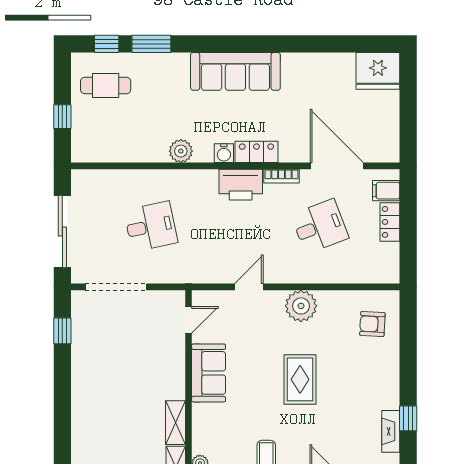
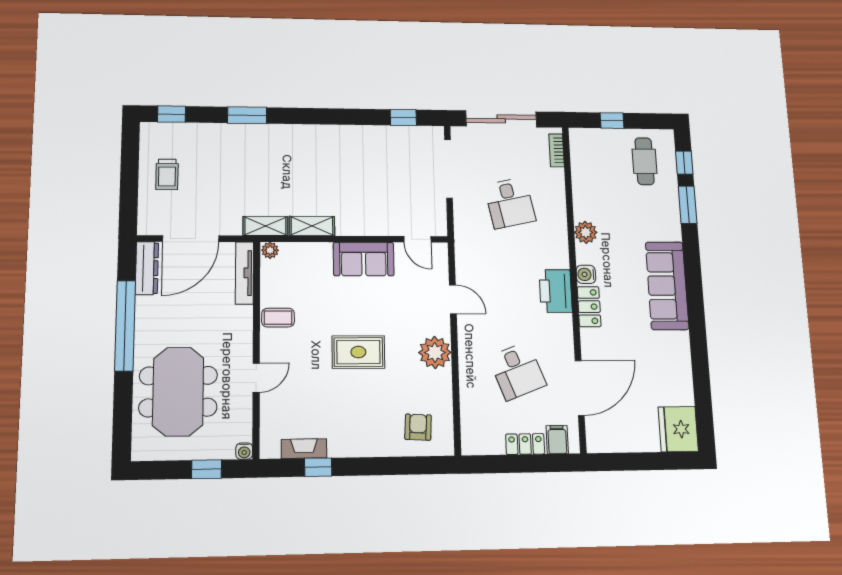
bookcase: (282, 176) -> (557, 150), moved

